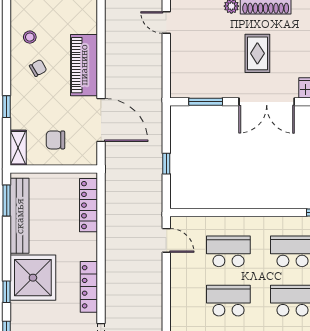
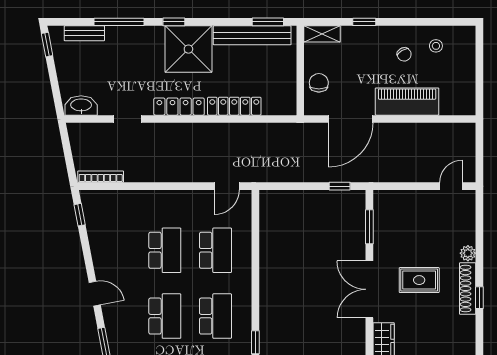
chair: (55, 140) -> (319, 83), moved
window: (166, 164) -> (340, 186), moved
locker: (88, 205) -> (234, 106), moved

